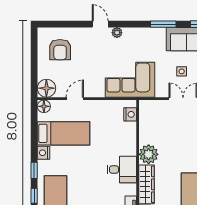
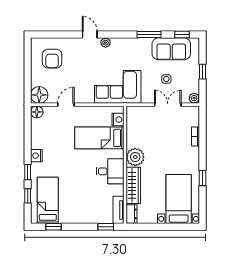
bed: (63, 133) -> (99, 138), moved, turned 180

